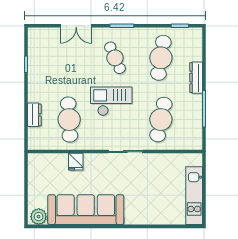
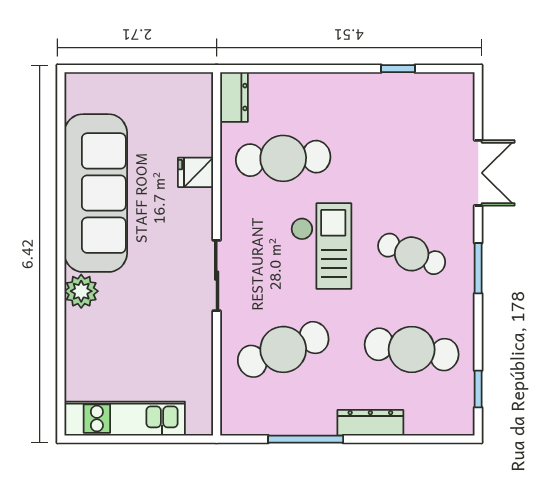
double door: (76, 26) -> (478, 173), swing flipped
cafe table: (115, 58) -> (412, 254), turned 45
dresser: (34, 115) -> (234, 97), moved, turned -90
cafe table: (161, 120) -> (283, 349), turned -33
plant: (39, 217) -> (81, 291), moved

